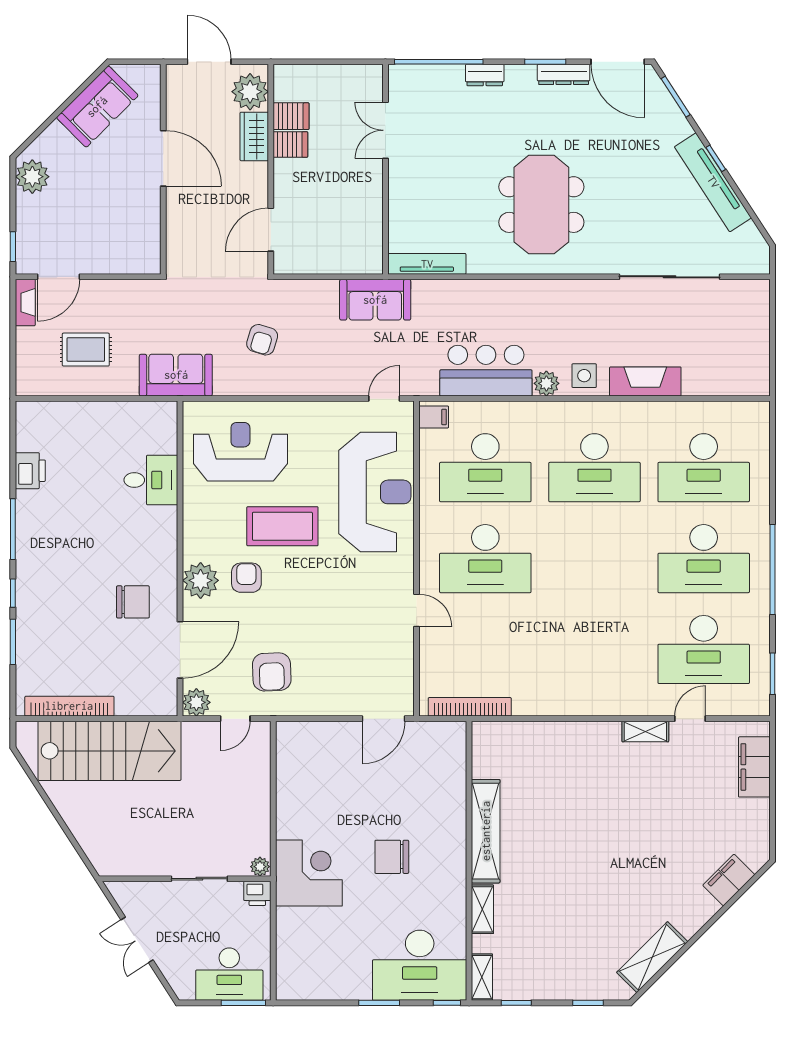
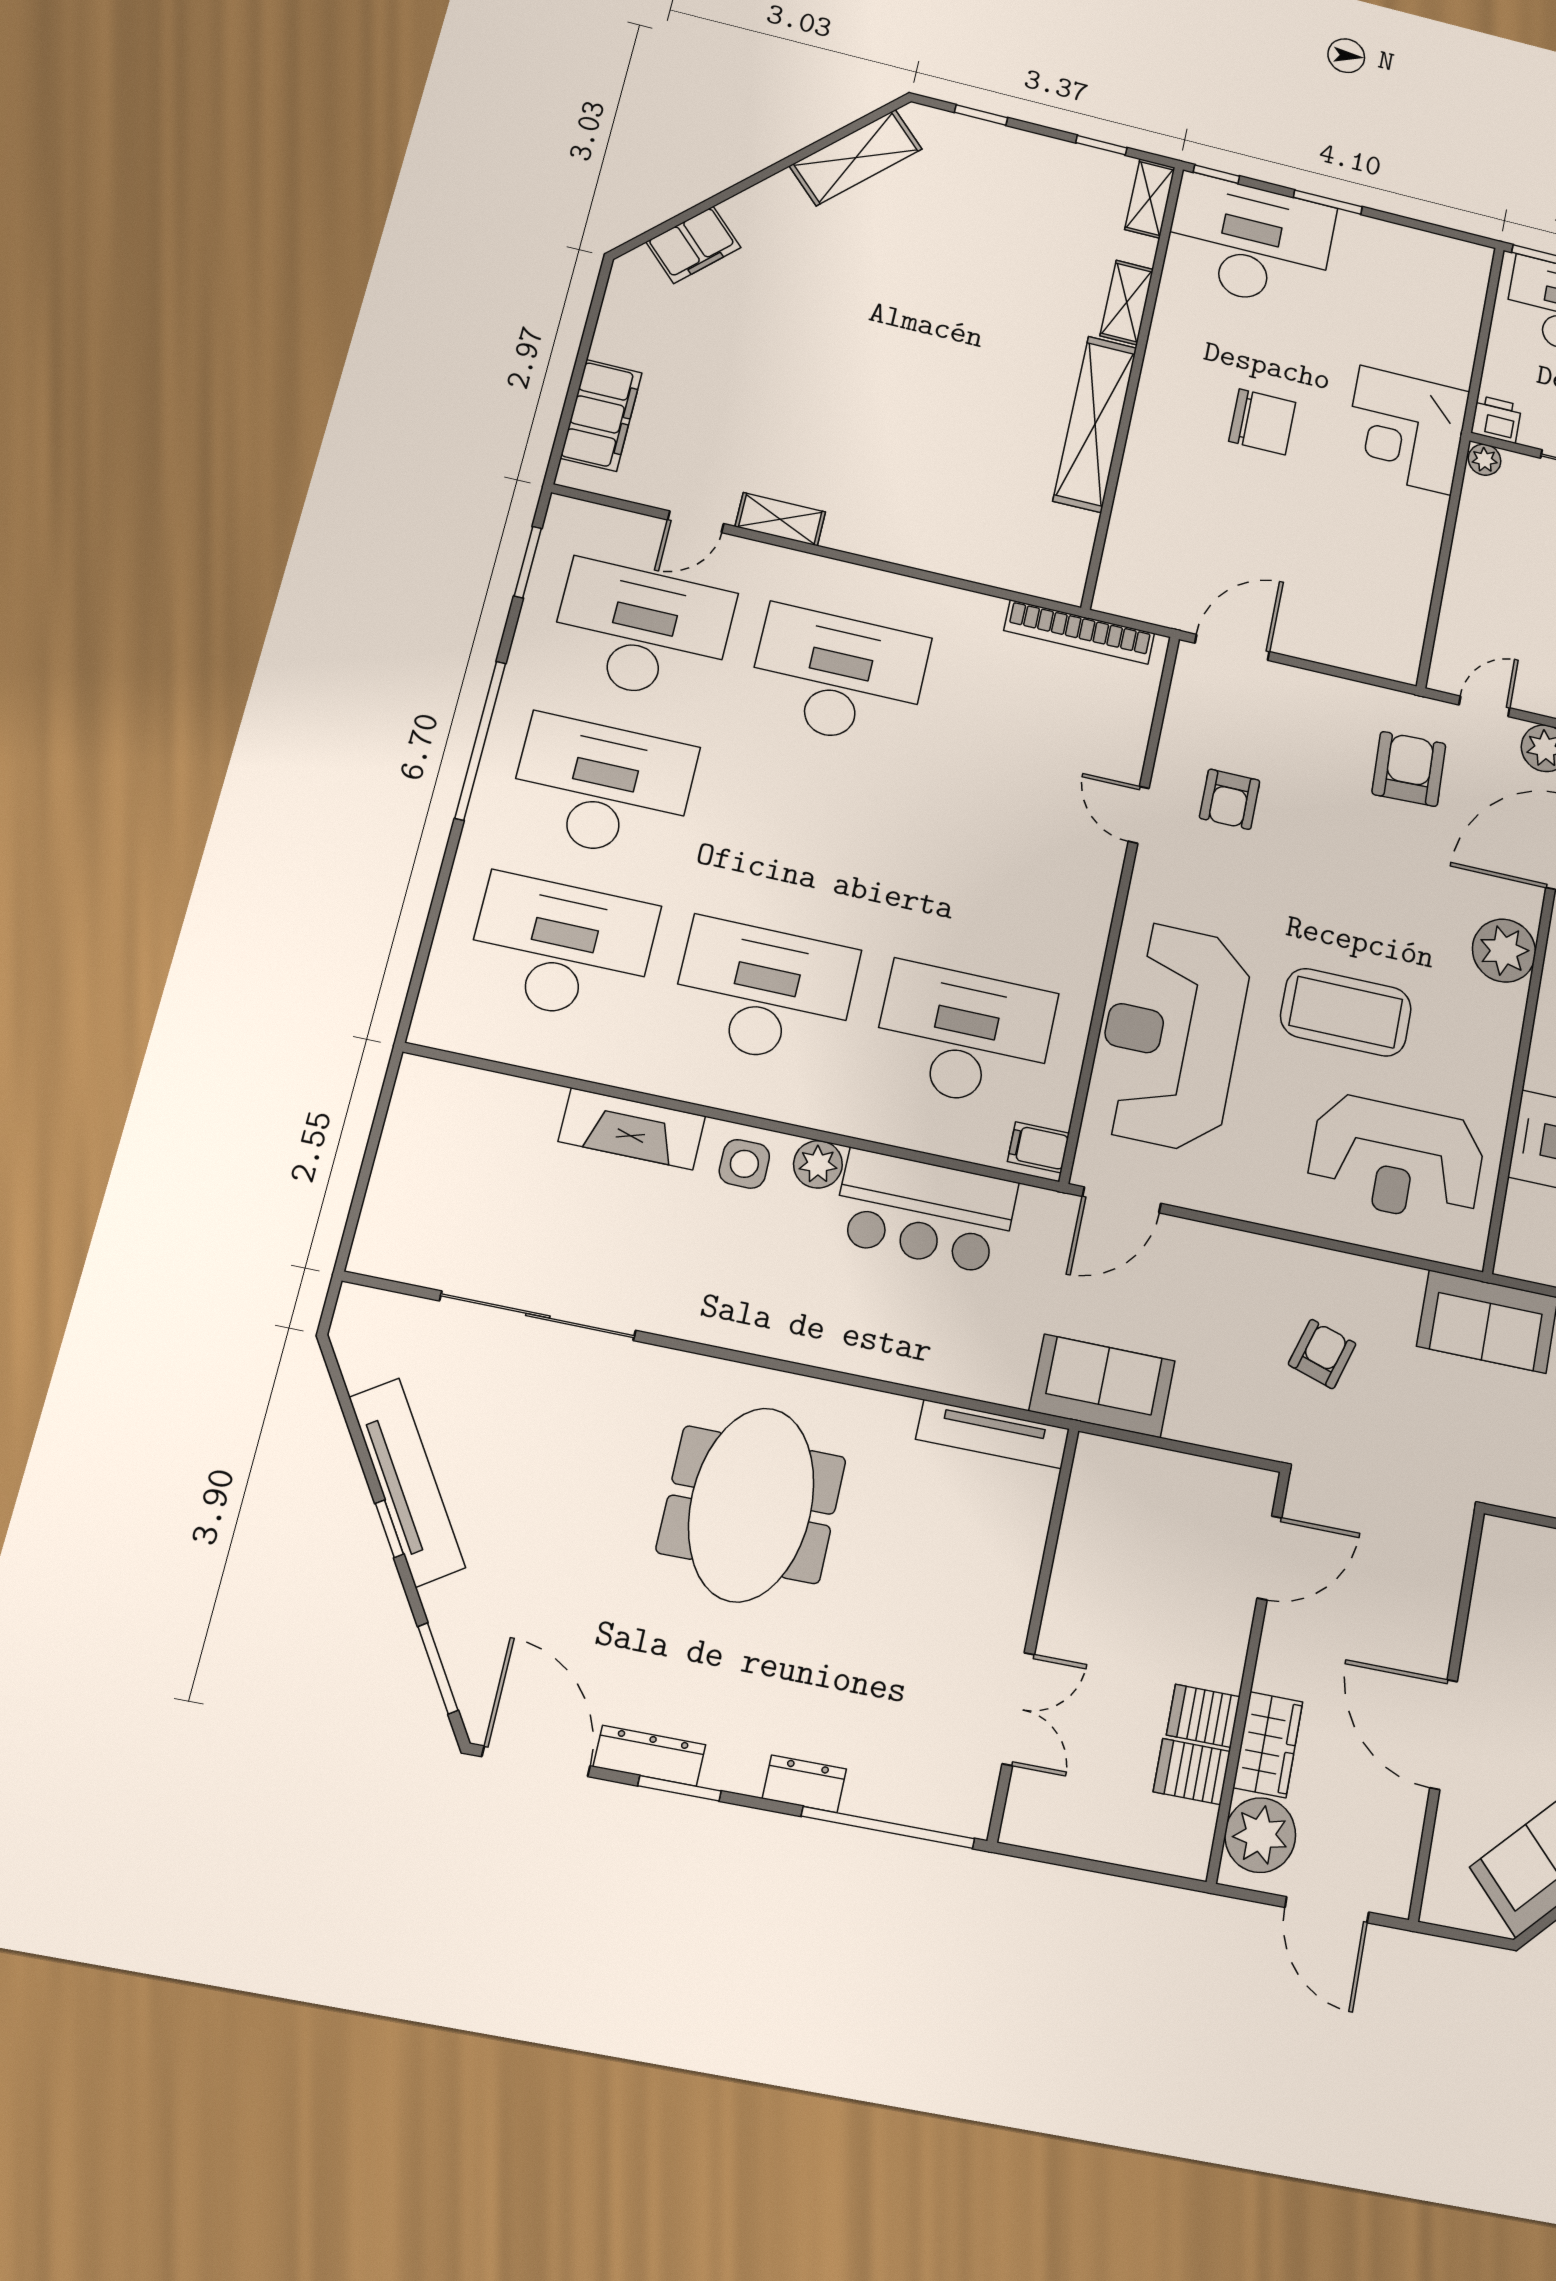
door: (384, 399) -> (1122, 1200), width x1.38
desk: (485, 559) -> (838, 677), moved
armchair: (246, 578) -> (1230, 799), moved

